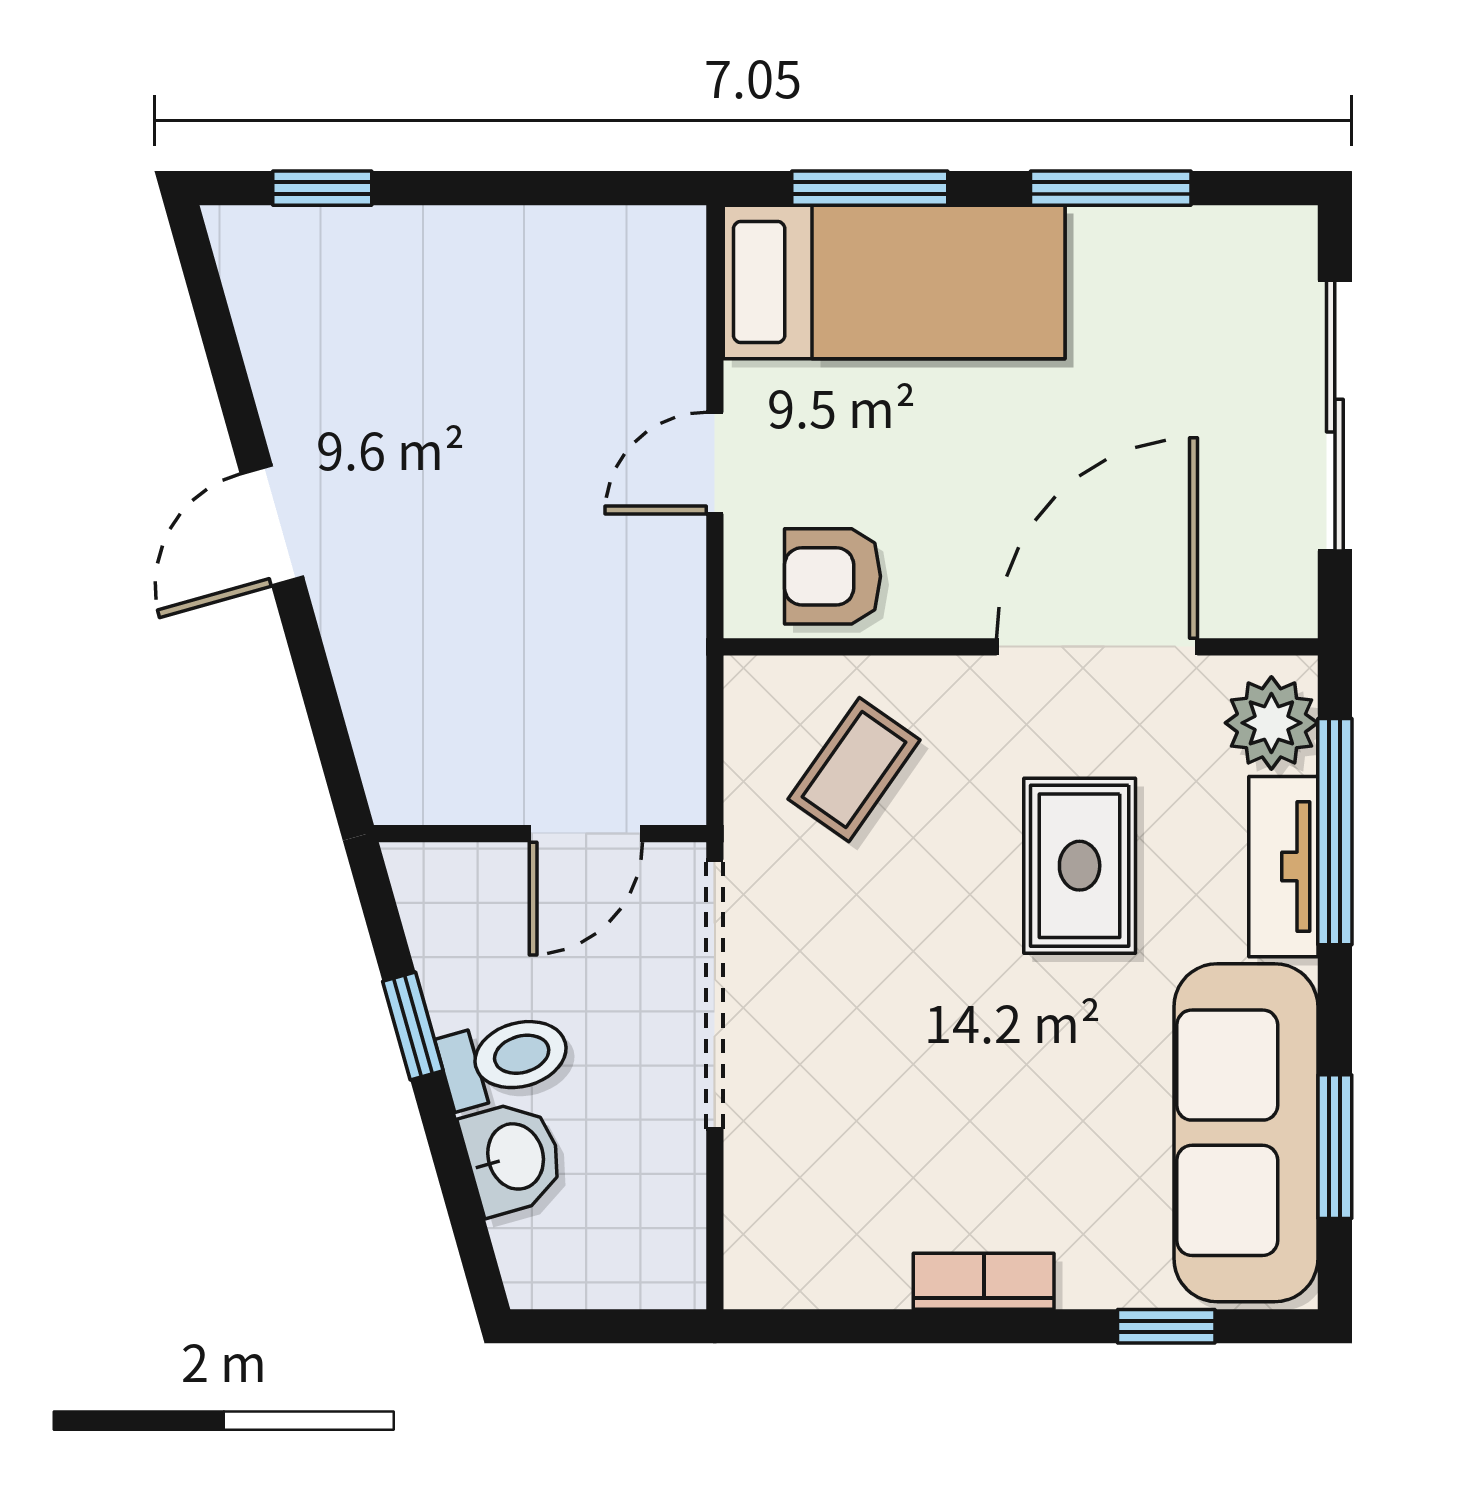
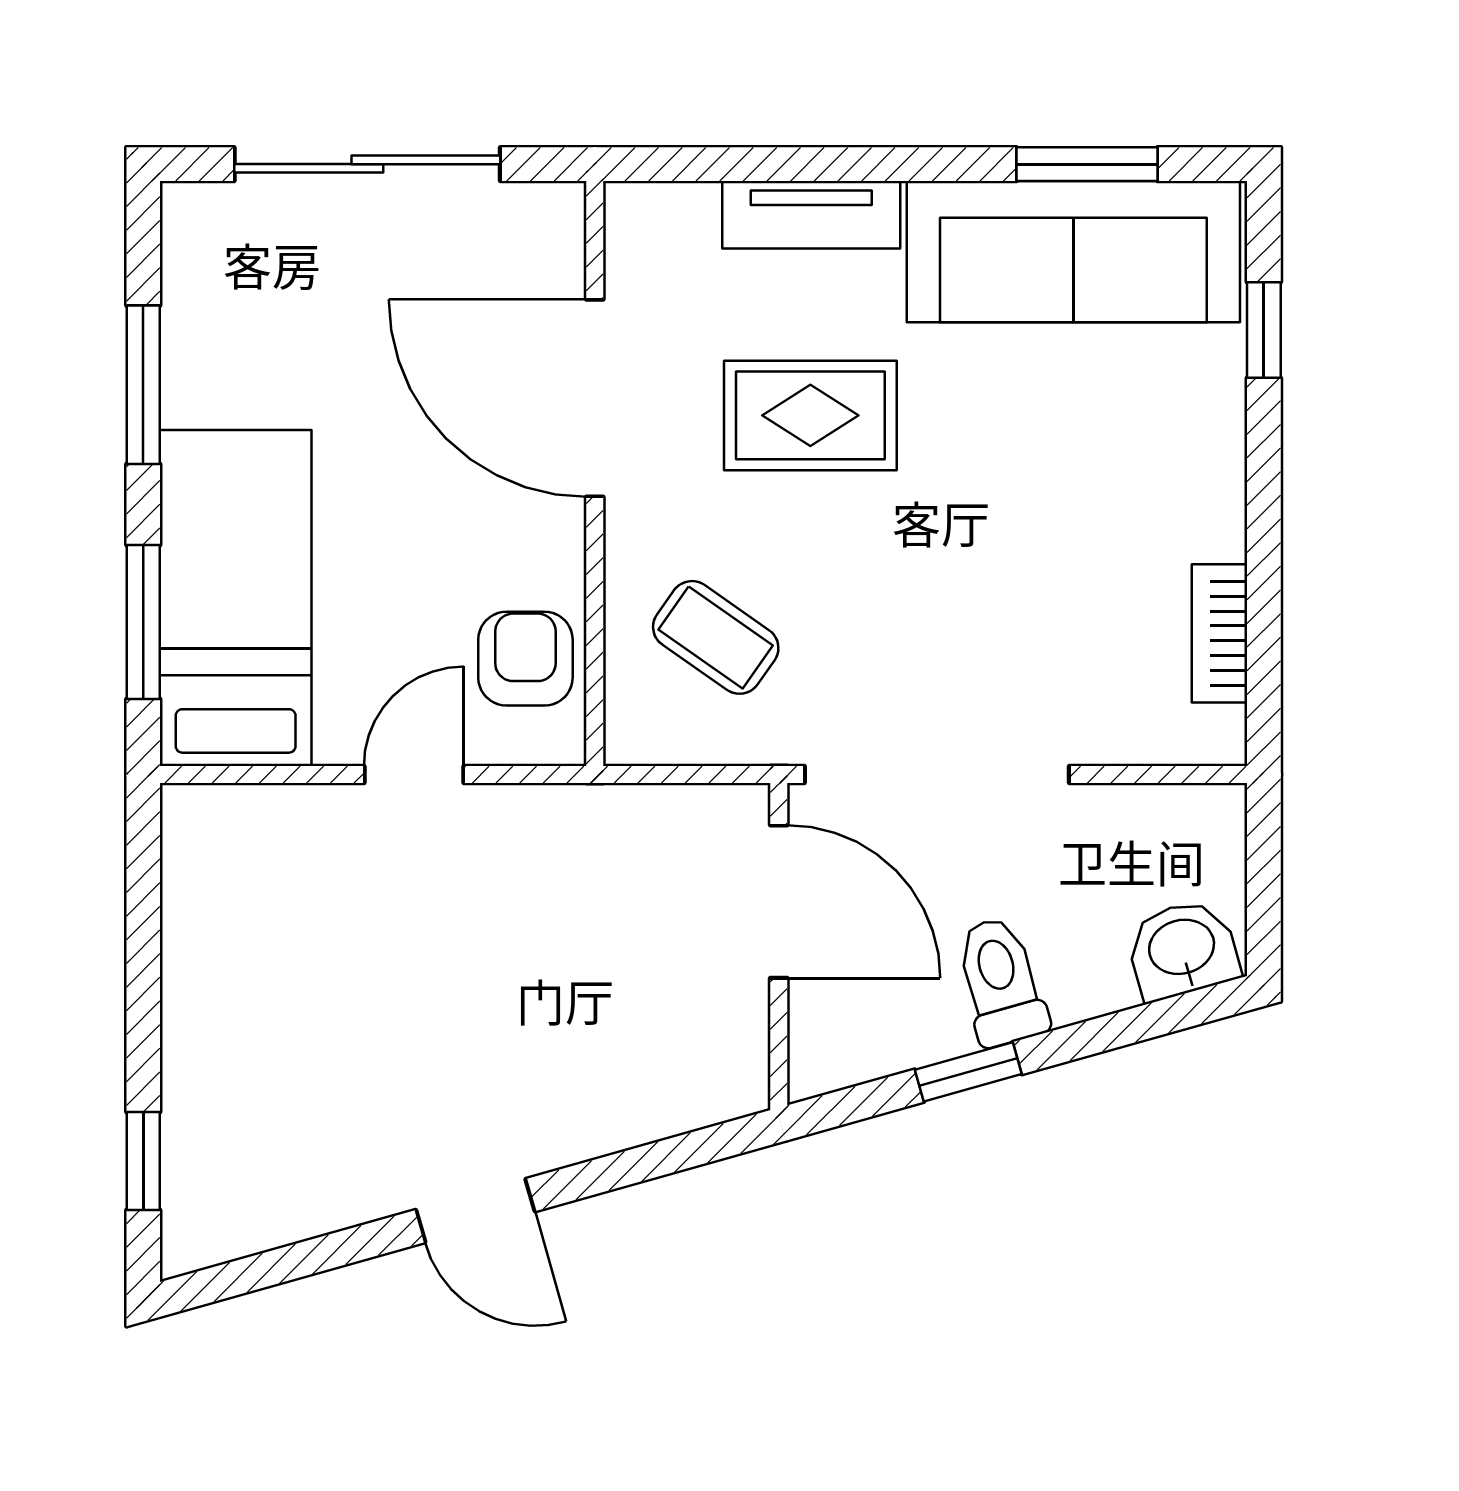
door: (715, 463) -> (414, 775), swing flipped
armchair: (833, 576) -> (525, 659), turned 180
plant: (1271, 723) -> (670, 226), removed
window: (1335, 832) -> (777, 164), removed
door: (586, 834) -> (779, 902), width x1.37
washbasin: (513, 1157) -> (1182, 949), moved
bookcase: (984, 1281) -> (1219, 633), moved

